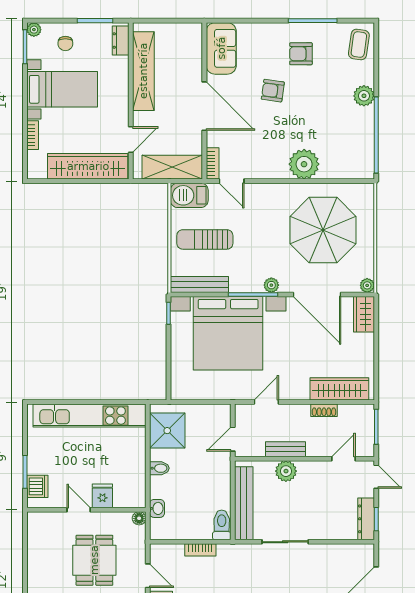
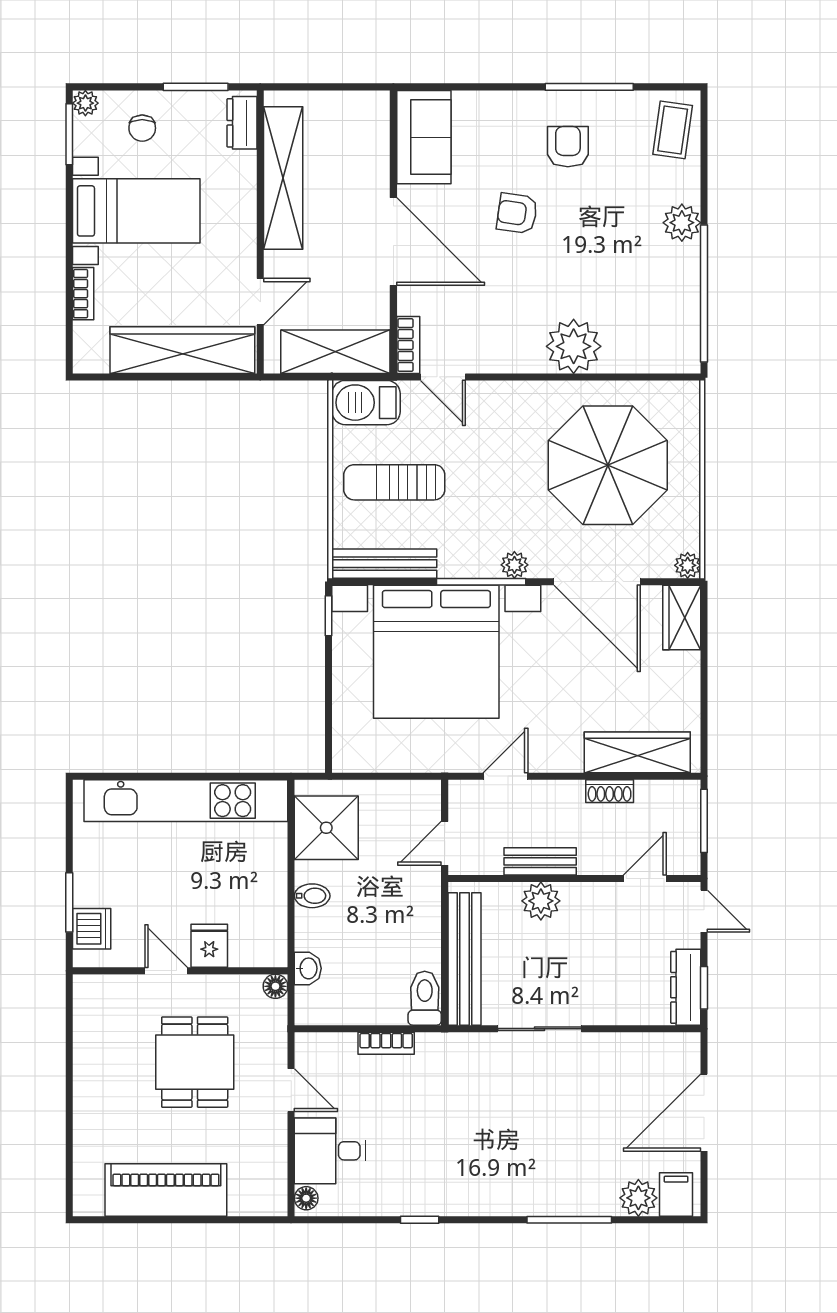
armchair: (301, 54) -> (568, 147), turned 90

